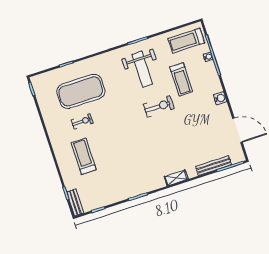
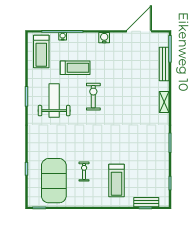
weight bench: (142, 69) -> (54, 101), turned -90
exercise mat: (81, 91) -> (54, 181), moved
treadmill: (84, 156) -> (117, 180), turned -90
bench: (75, 202) -> (146, 202), moved

